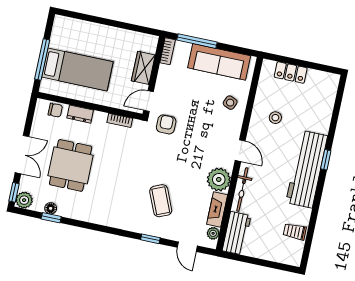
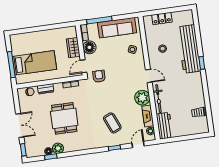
floor lamp: (168, 76) -> (89, 47), added
dining table: (71, 165) -> (64, 118), moved
workbench: (307, 169) -> (189, 49), moved
plant: (24, 200) -> (58, 148), moved
door: (187, 247) -> (138, 144), swing flipped

